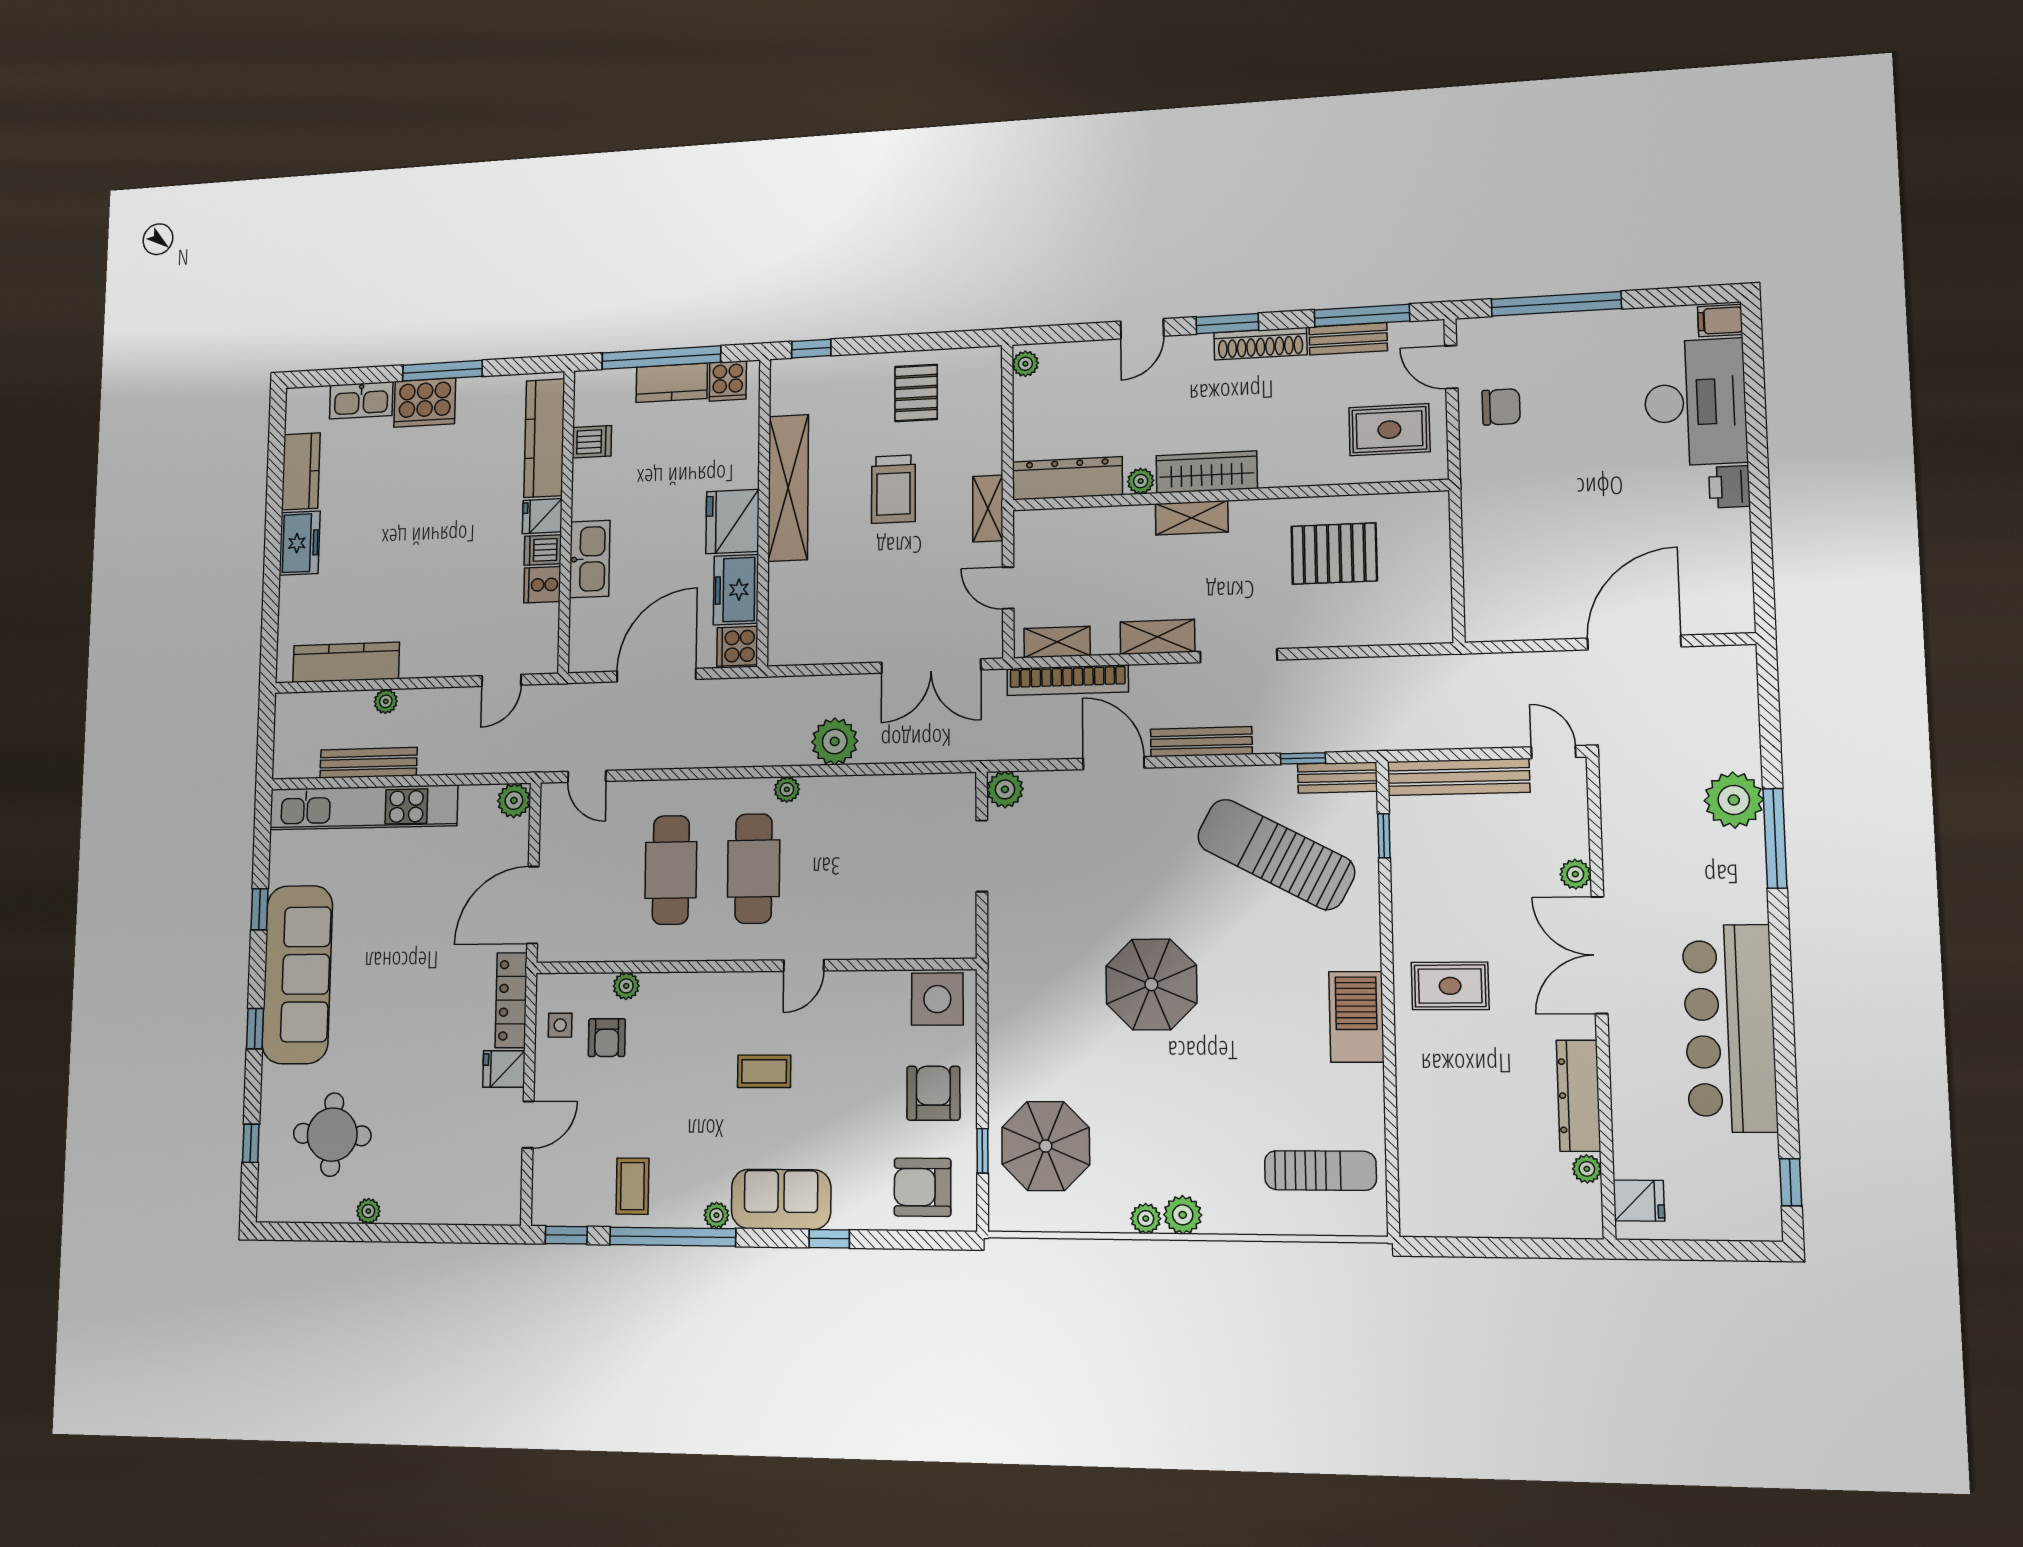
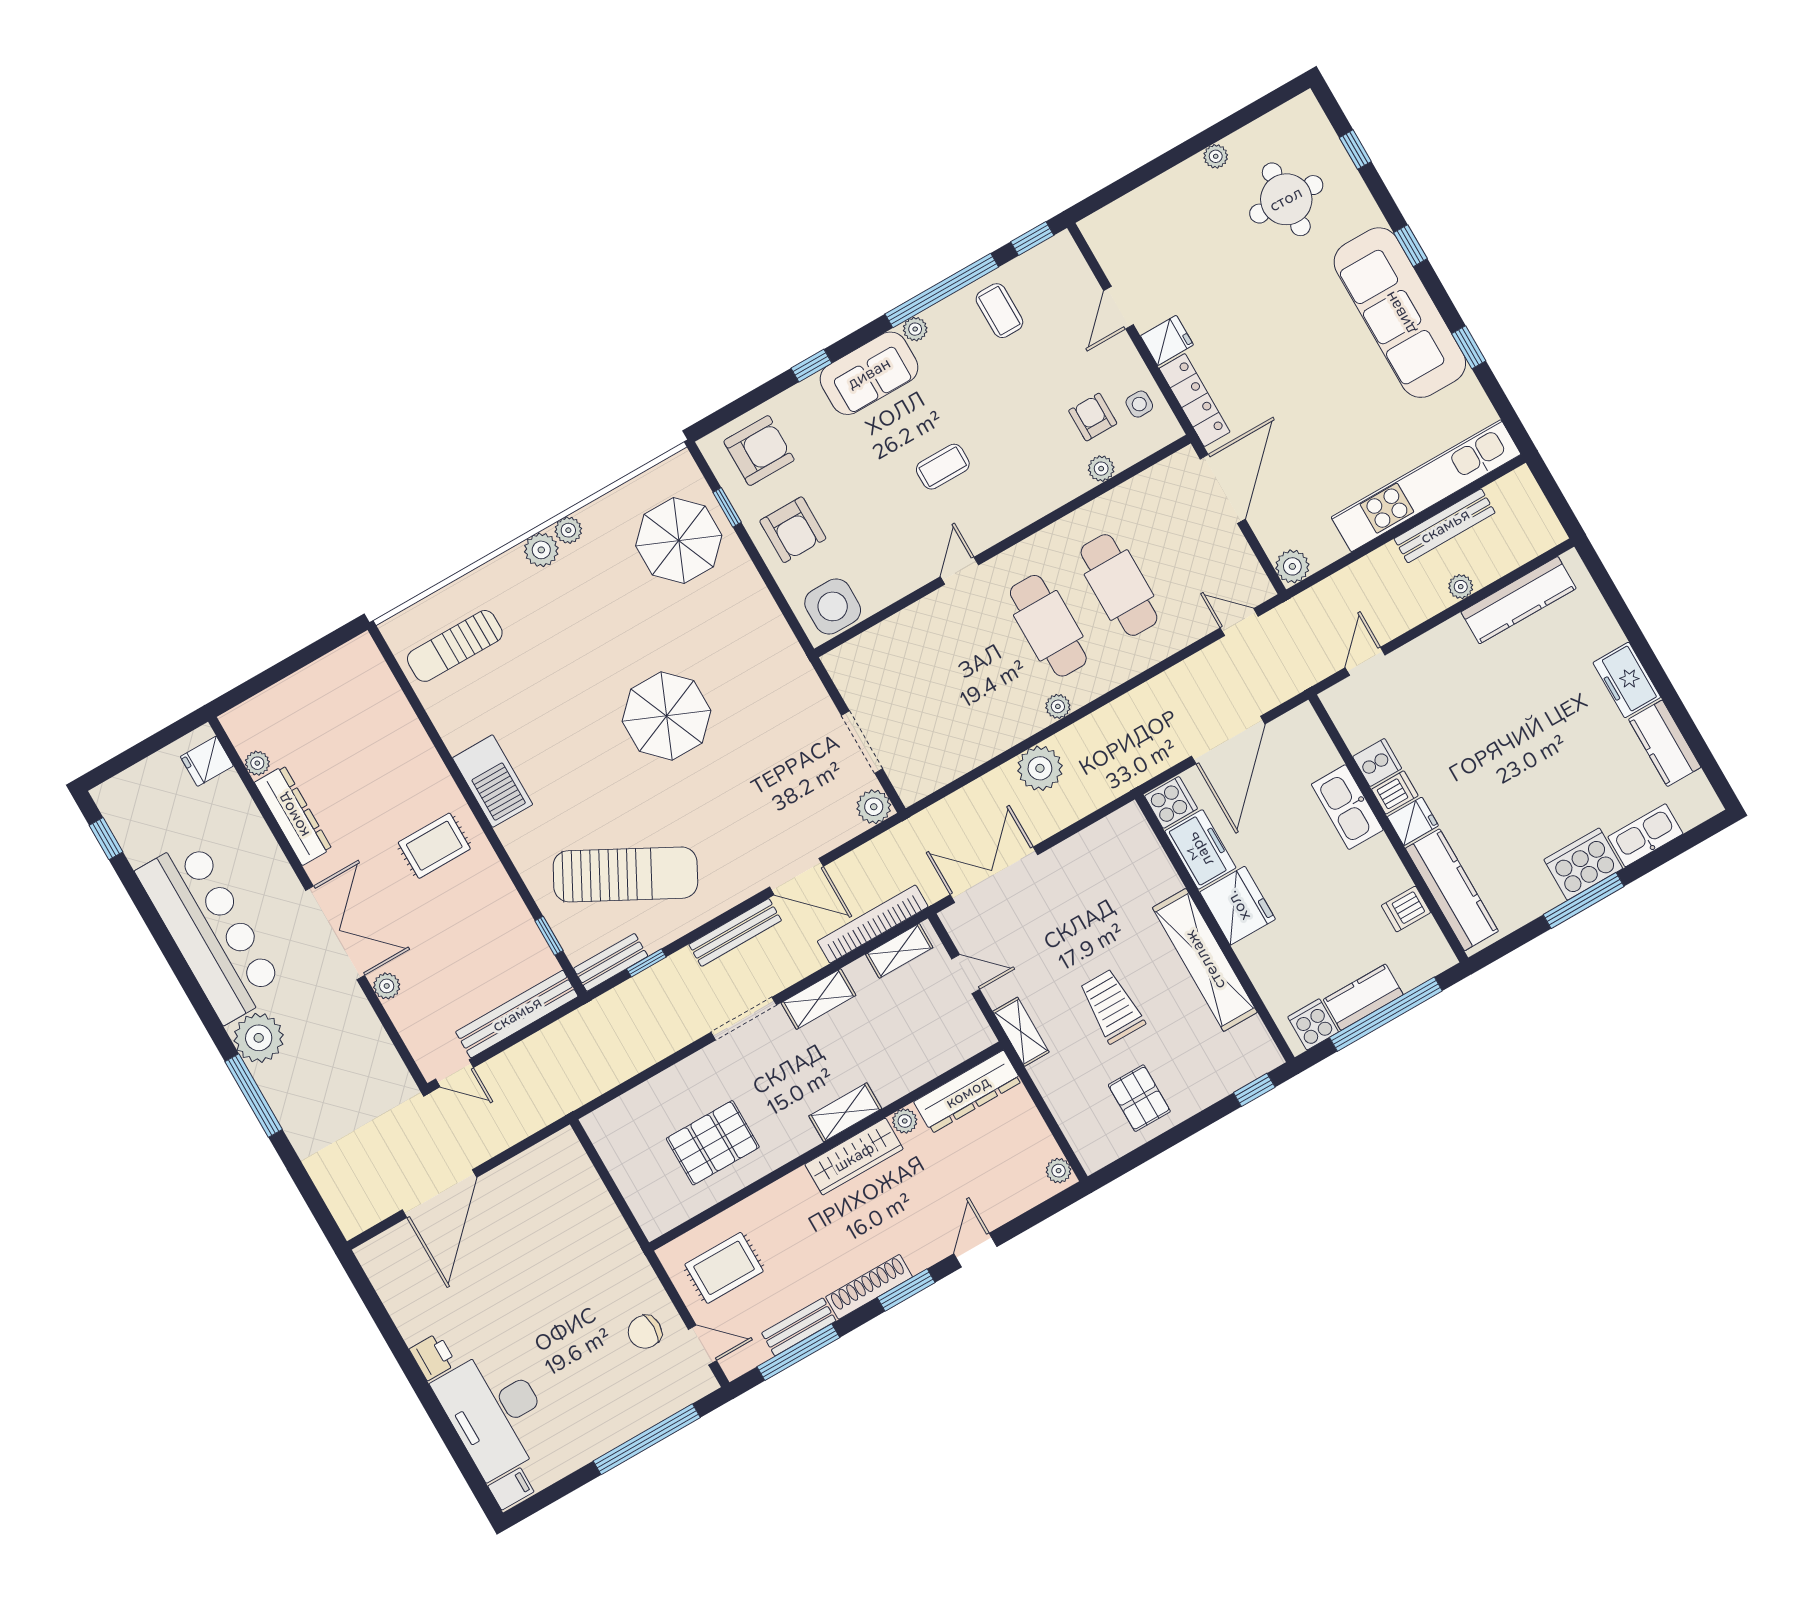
plant: (1734, 800) -> (259, 1038), moved

